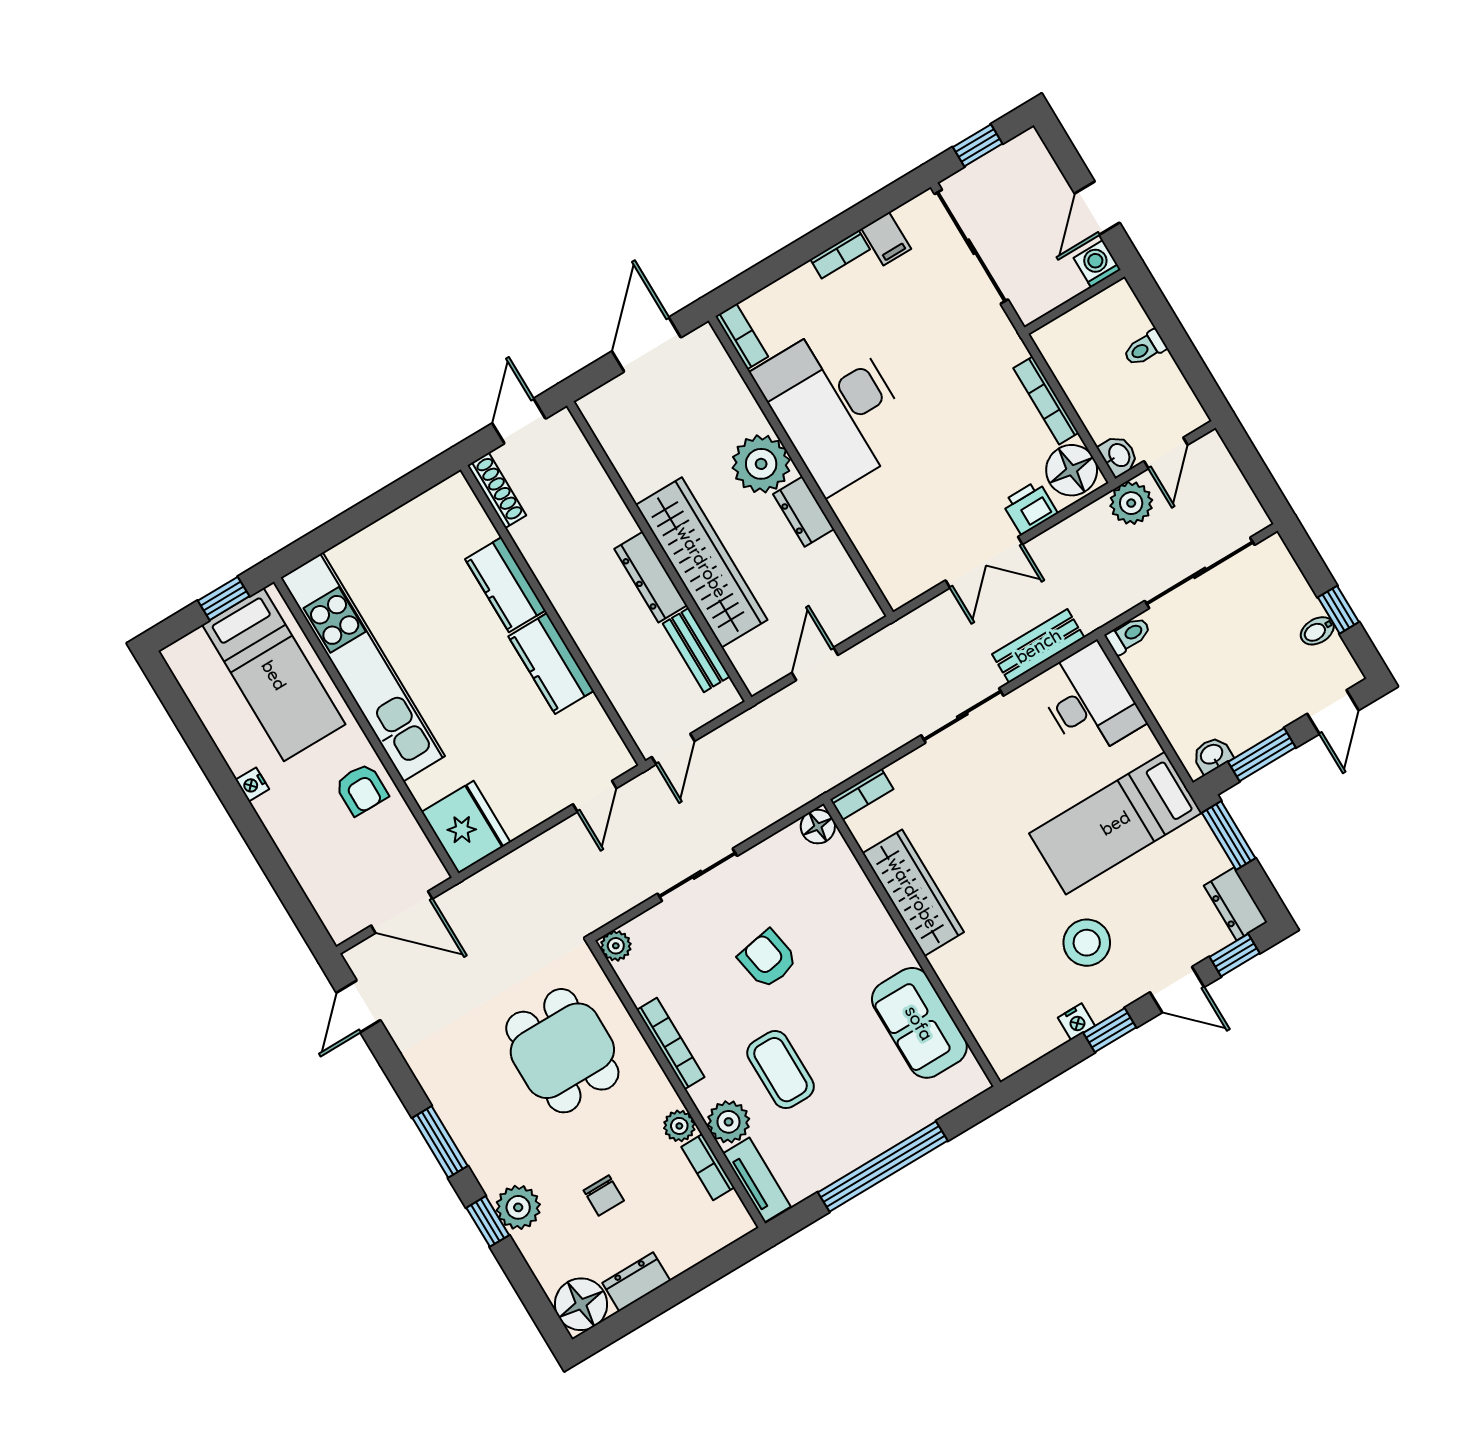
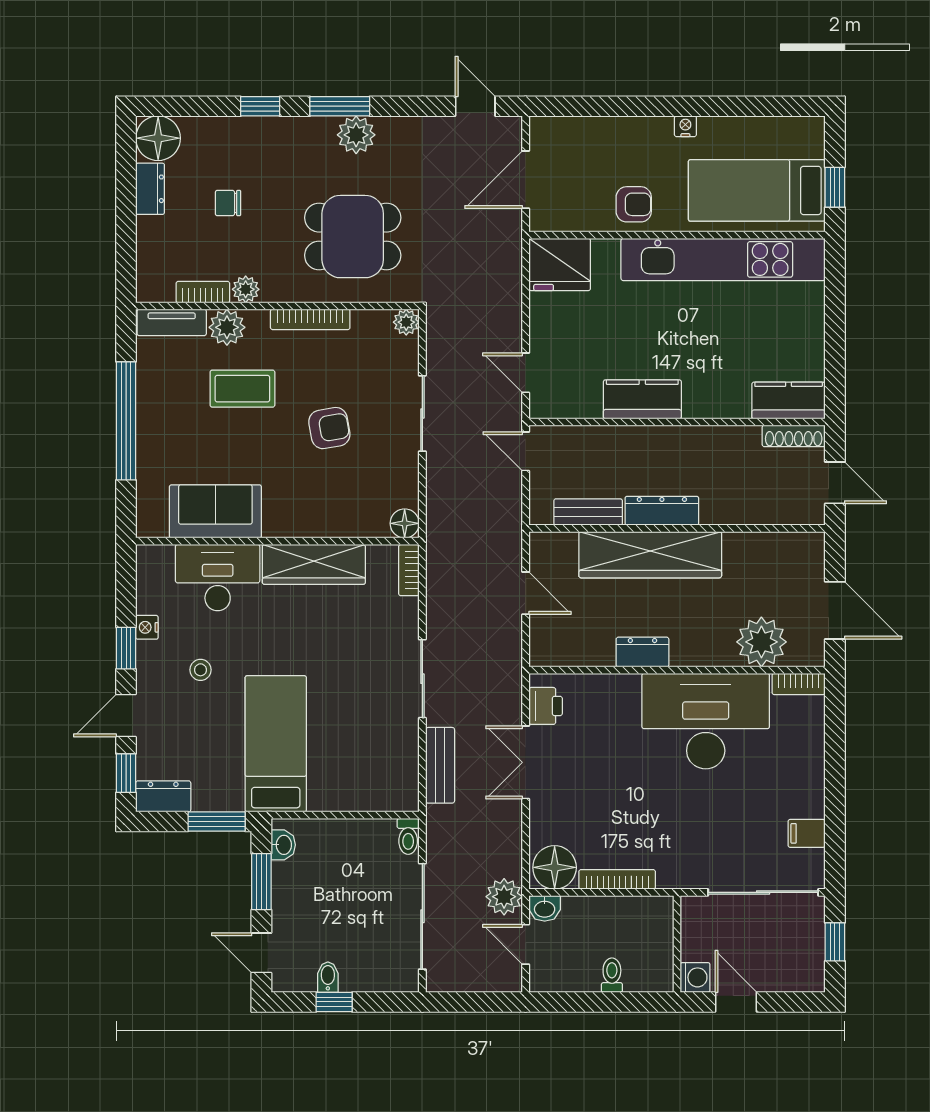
bookcase: (840, 254) -> (816, 793), removed
plant: (761, 464) -> (761, 642), moved
printer: (1030, 508) -> (546, 706), moved
kitchen counter: (505, 585) -> (789, 400), moved
desk: (1090, 701) -> (218, 578), moved, turned 180
armchair: (361, 789) -> (634, 204), turned 180
stool: (1087, 943) -> (200, 670), width x0.53, depth x0.53
plant: (518, 1207) -> (356, 135), moved

